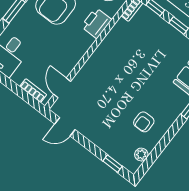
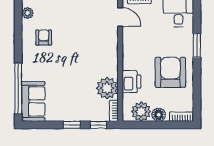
plant: (122, 34) -> (107, 88), added

